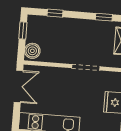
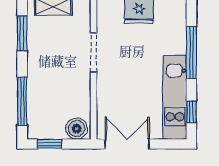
window: (55, 13) -> (22, 101), width x2.17
window: (104, 17) -> (22, 33), width x1.50

